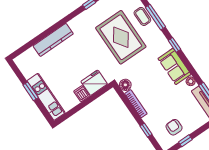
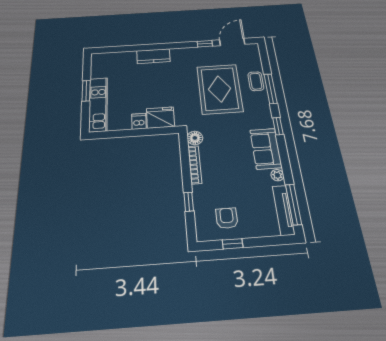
kitchen counter: (53, 40) -> (153, 56), width x0.67

